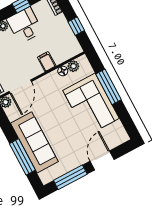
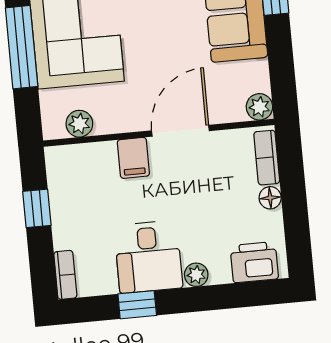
floor lamp: (63, 71) -> (107, 123), removed
door: (20, 87) -> (180, 131), moved

